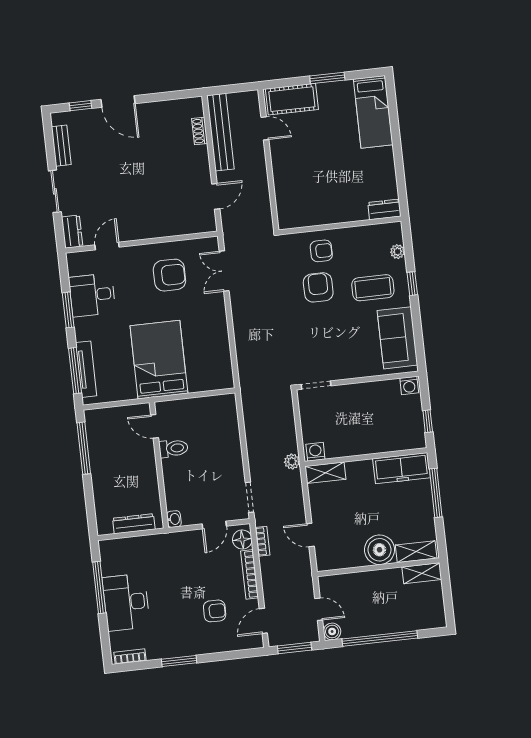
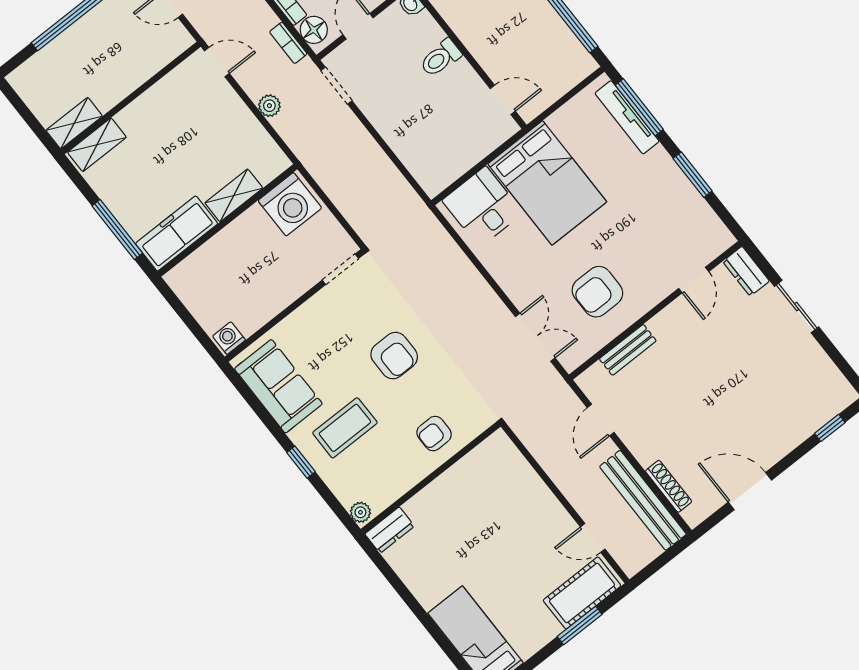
window: (327, 78) -> (580, 625), moved
door: (118, 101) -> (750, 491), moved
shoe rack: (200, 131) -> (669, 486), width x1.43
bench: (61, 146) -> (628, 350), moved, turned 90
plant: (398, 252) -> (360, 512), moved
armchair: (318, 287) -> (394, 356), moved
desk: (92, 295) -> (483, 207), moved, turned -90
window: (428, 421) -> (180, 309), removed
toilet: (173, 448) -> (440, 58), moved
washing machine: (315, 452) -> (290, 204), width x1.89, depth x1.89
plant: (292, 462) -> (269, 106), moved
shelving: (325, 473) -> (234, 195), moved
door: (310, 535) -> (217, 62), moved
boiler: (379, 550) -> (142, 120), removed

